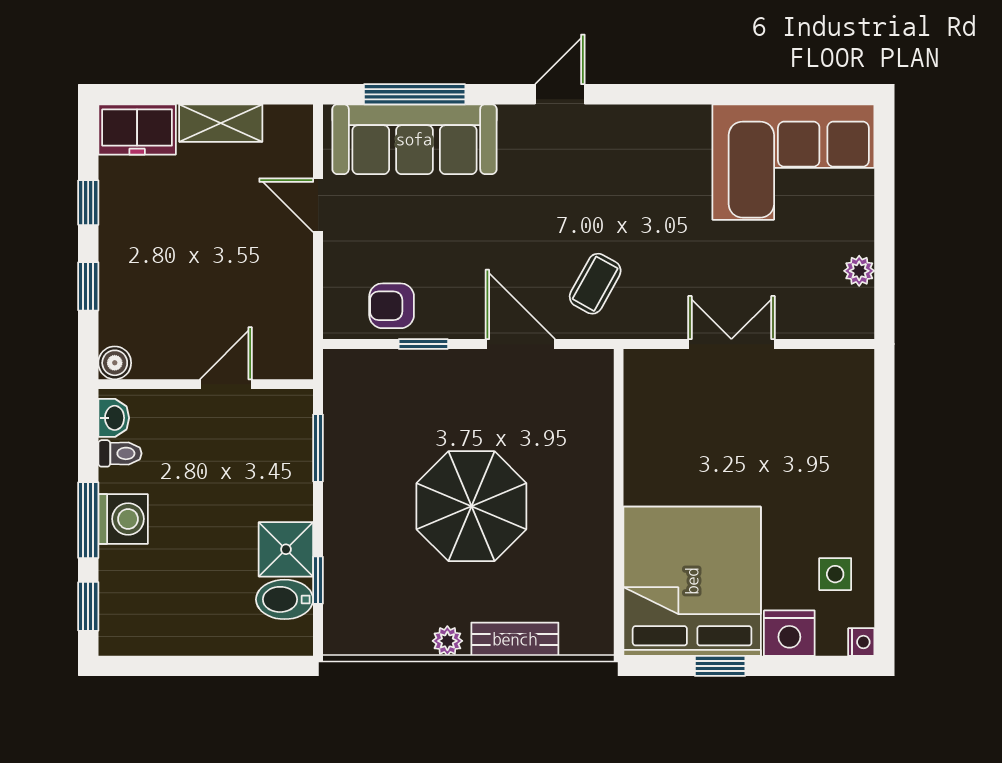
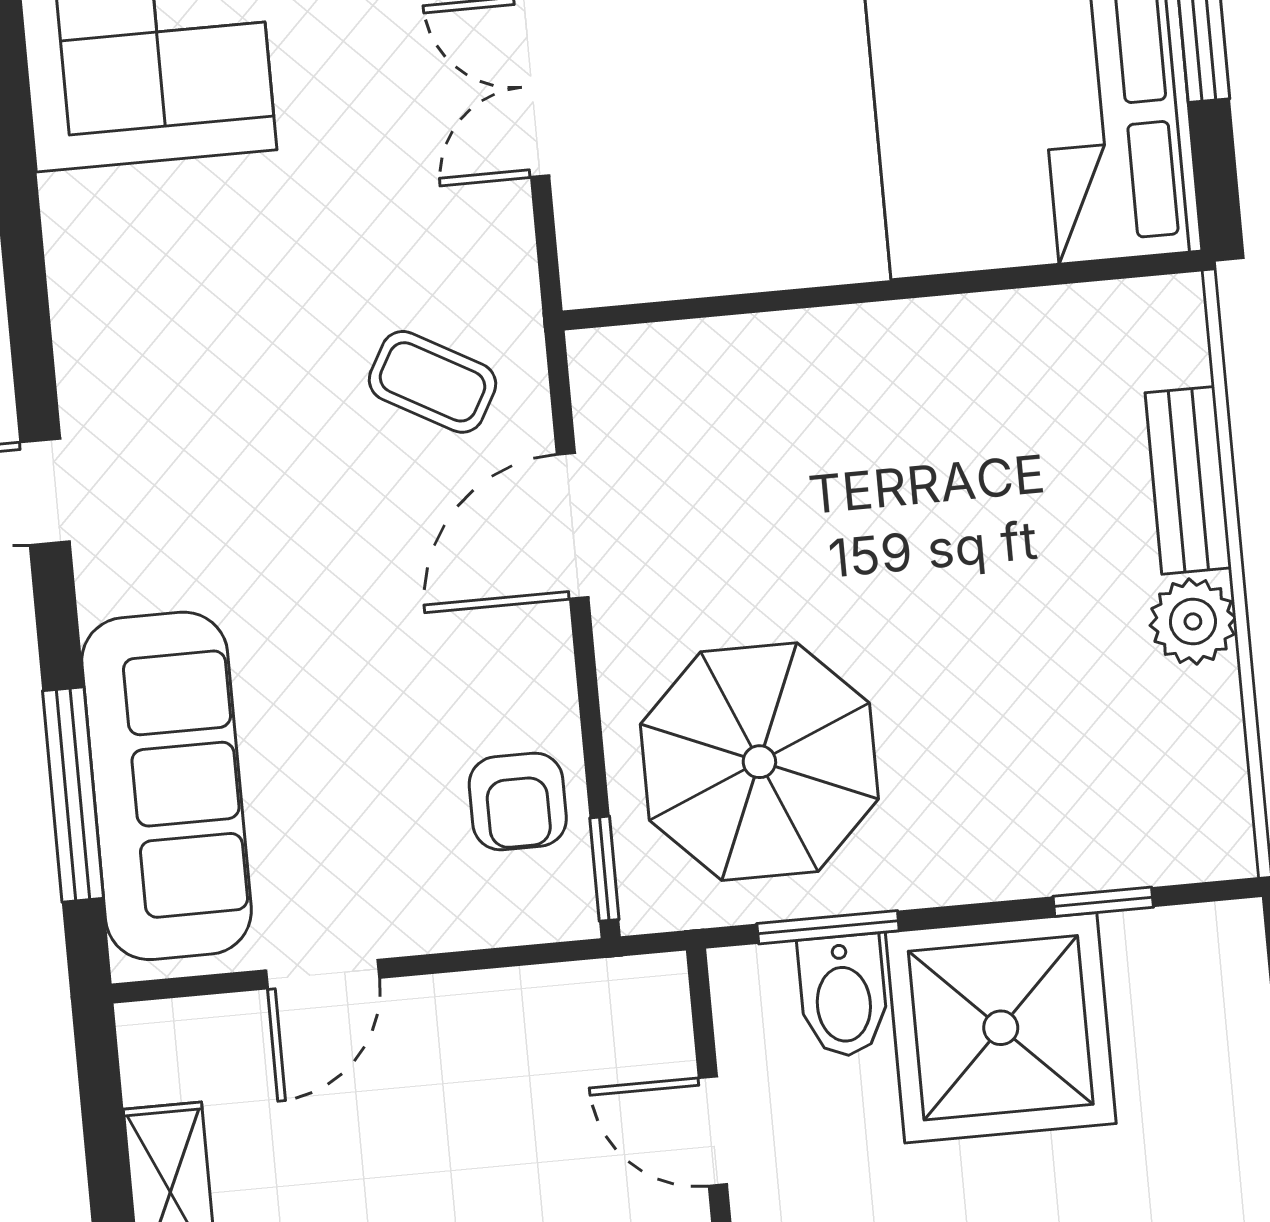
window: (423, 344) -> (604, 869), moved
parasol: (471, 506) -> (759, 762), moved
shower: (286, 549) -> (1001, 1028), width x1.86, depth x1.86
bidet: (285, 599) -> (843, 996), moved
plant: (447, 641) -> (1193, 621), width x1.38, depth x1.38

